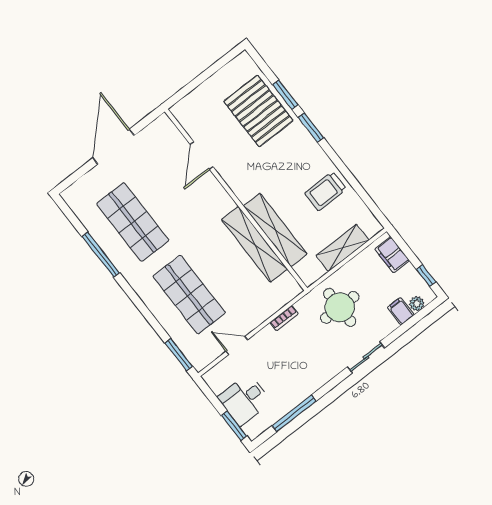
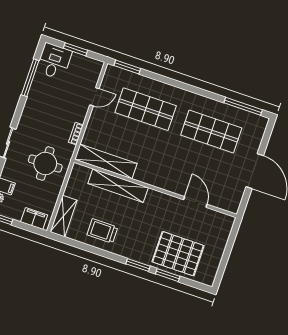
trolley: (326, 191) -> (102, 231), turned -90
shelving: (254, 244) -> (106, 161), moved
shelving: (342, 248) -> (64, 216), moved
window: (101, 255) -> (243, 106), moved
desk: (244, 400) -> (54, 61), moved
window: (234, 426) -> (76, 49), moved

